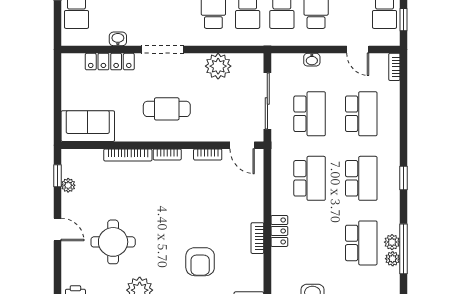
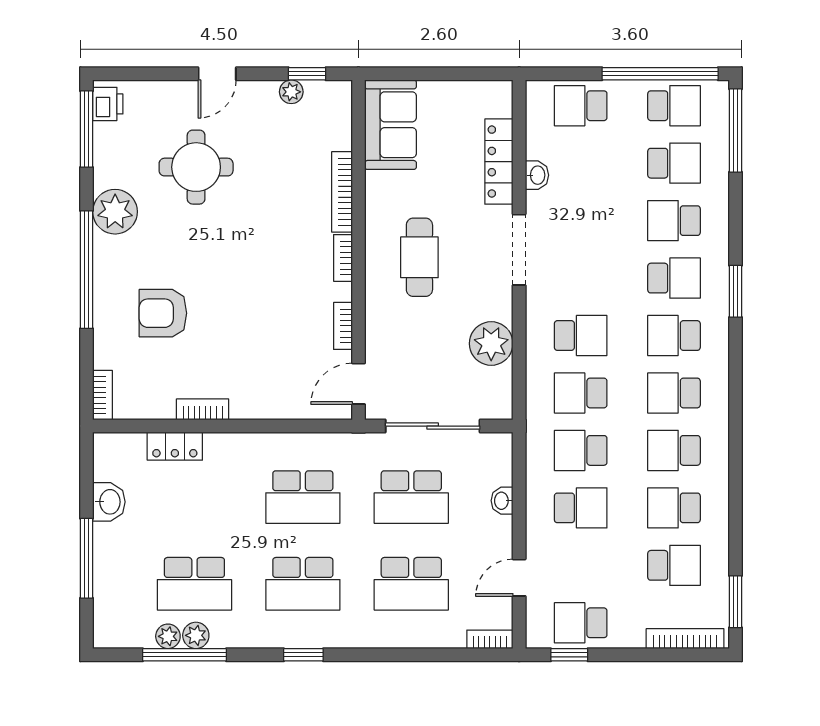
locker: (279, 231) -> (175, 446), moved

